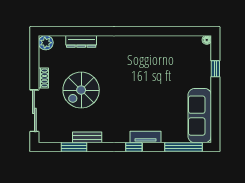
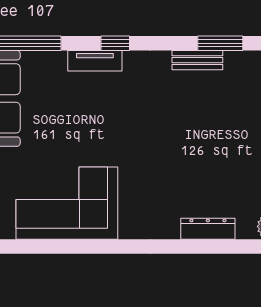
corner sofa: (161, 56) -> (67, 203), added
spiral stairs: (81, 90) -> (208, 143), removed

